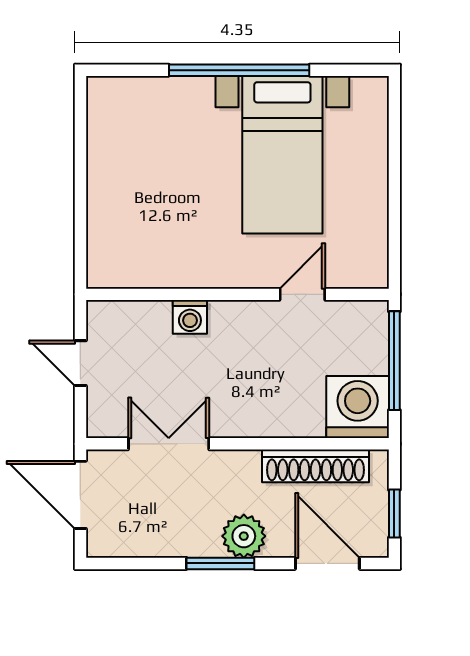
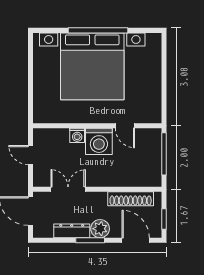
bed with nightstands: (282, 155) -> (92, 66), width x1.85
door: (302, 294) -> (125, 126), swing flipped
washing machine: (358, 407) -> (99, 141), moved, turned 180
dresser: (177, 541) -> (72, 231), added

